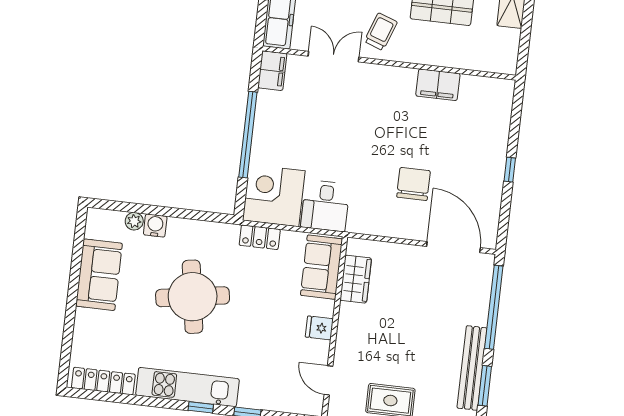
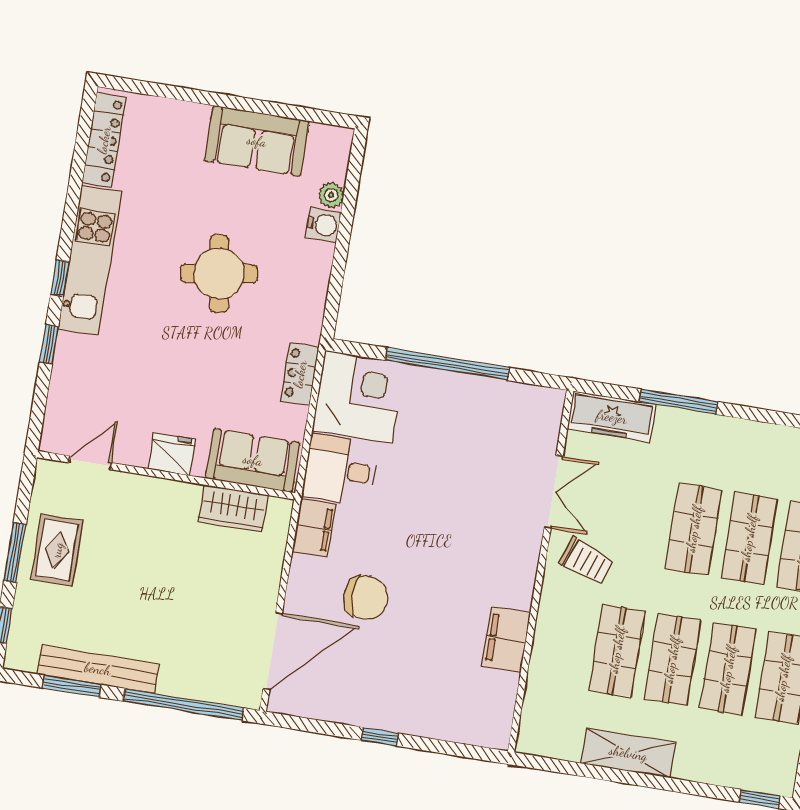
filing cabinet: (272, 71) -> (314, 528), moved, turned -90
round table: (193, 297) -> (219, 274), width x0.73, depth x0.73
fridge: (319, 328) -> (172, 454), width x1.38

